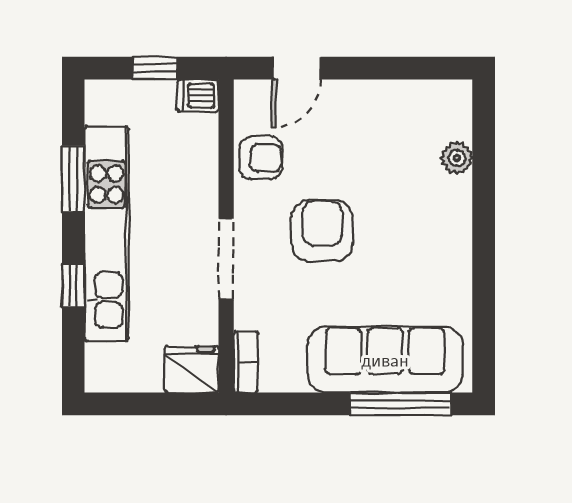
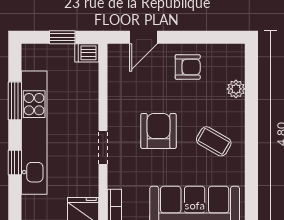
armchair: (261, 158) -> (188, 67), moved
coffee table: (418, 249) -> (214, 141), added
doorway: (226, 259) -> (103, 147), width x0.73

